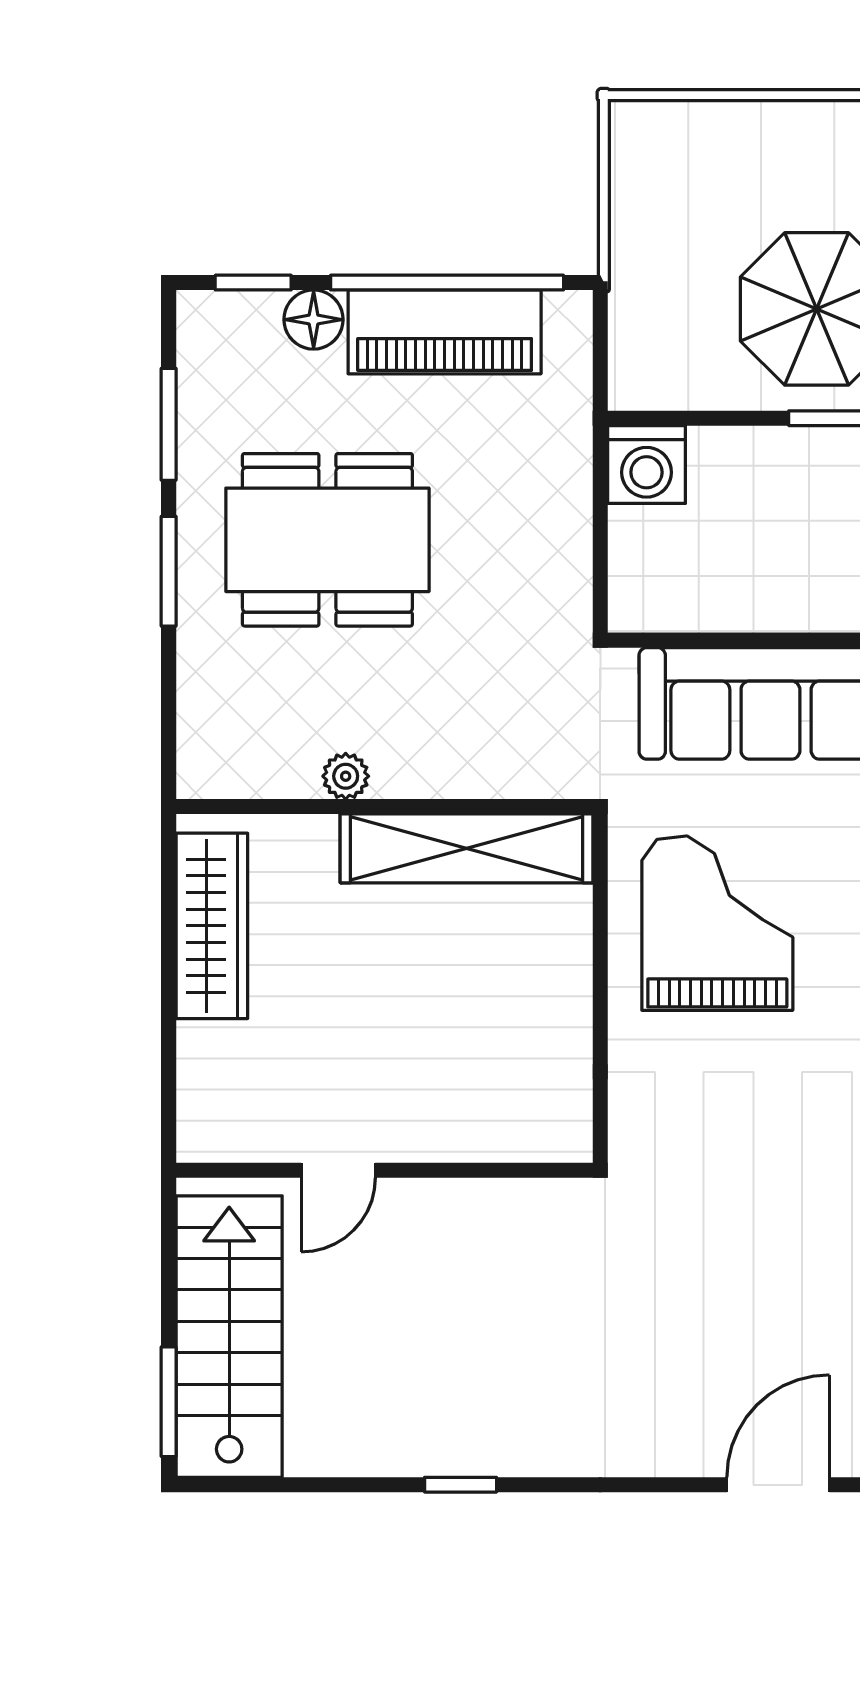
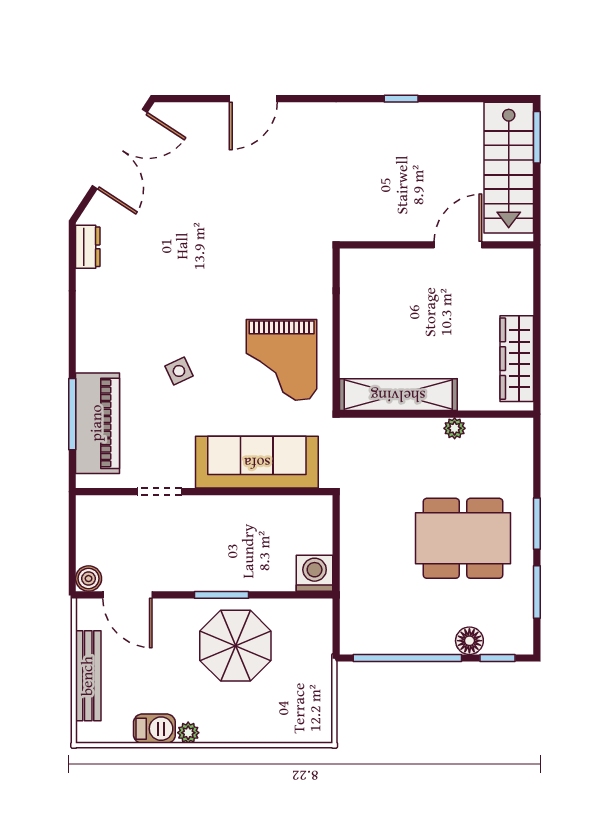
piano: (445, 332) -> (409, 635), removed
door: (338, 1170) -> (458, 245), width x1.38

